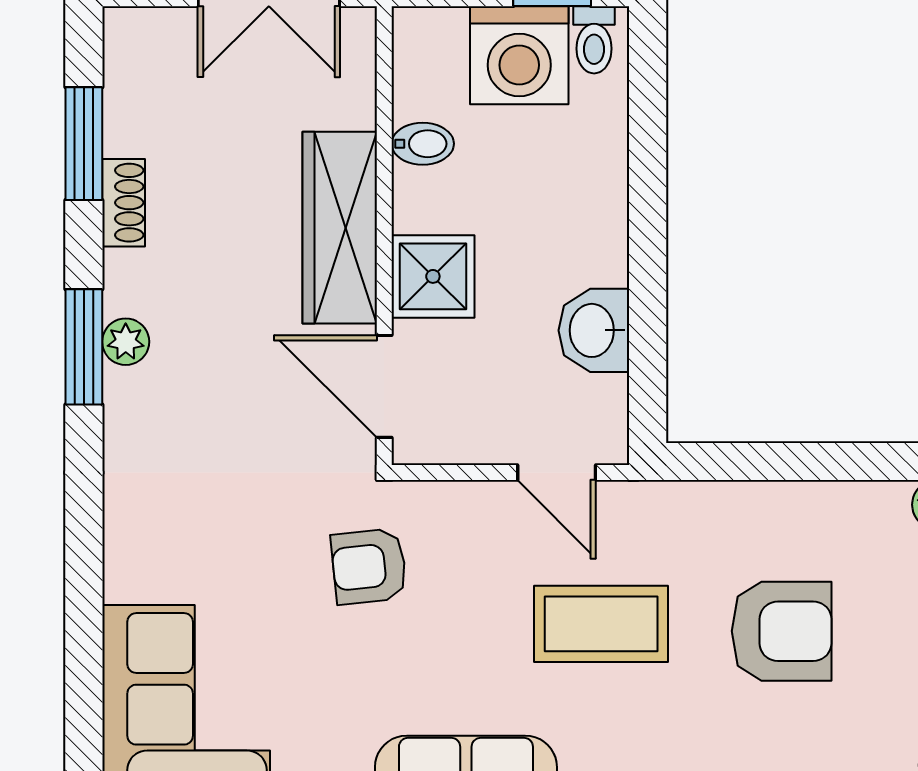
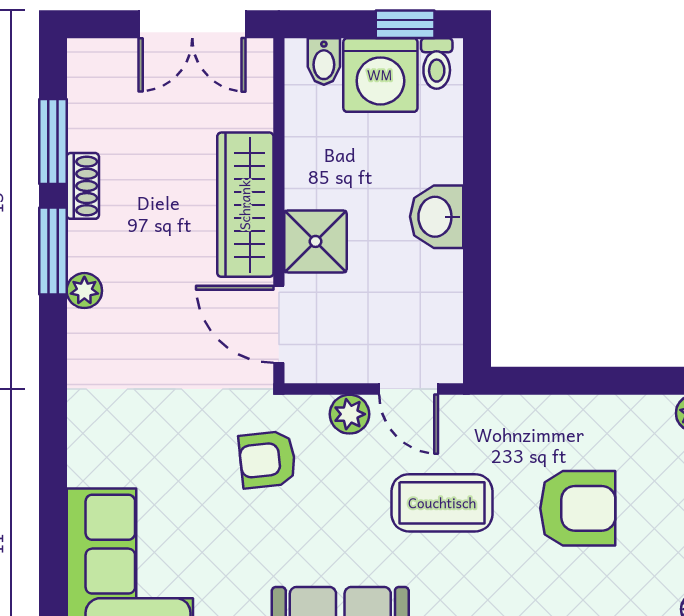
bidet: (423, 144) -> (324, 61), moved, turned 90
washbasin: (594, 330) -> (437, 217), moved
window: (84, 347) -> (53, 251), moved
plant: (478, 506) -> (350, 414), added

